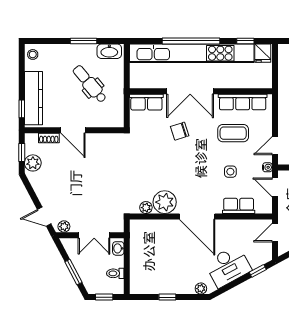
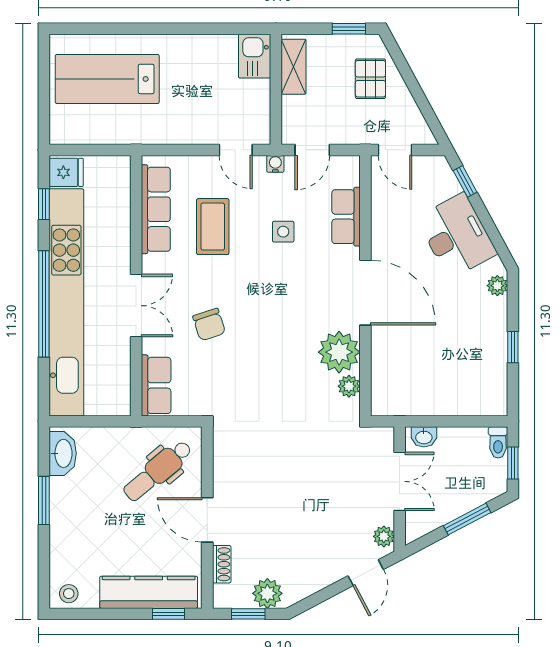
dental chair: (90, 84) -> (158, 471), moved
double door: (190, 91) -> (136, 306), width x0.73
door: (73, 130) -> (207, 520), swing flipped
door: (197, 216) -> (365, 293), hinge flipped
toilet: (115, 273) -> (498, 442), moved

